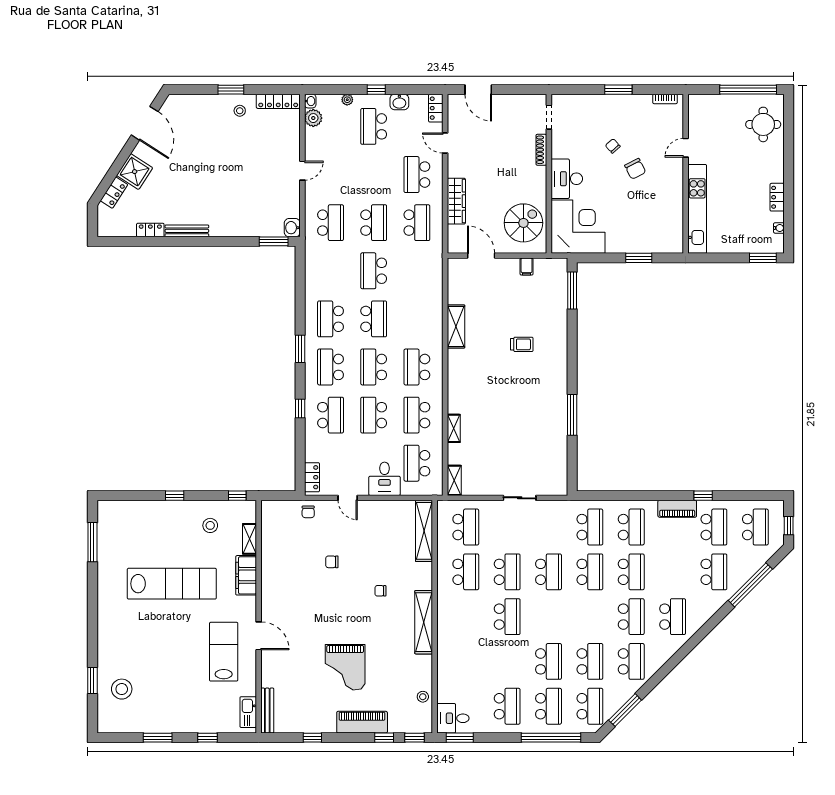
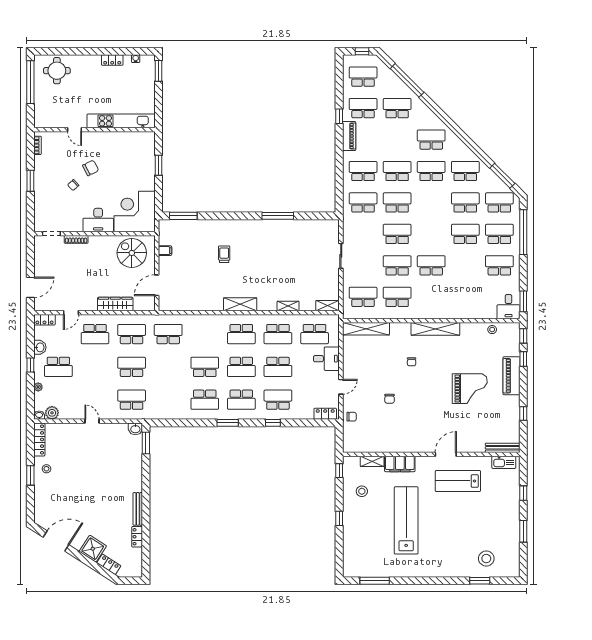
school desk: (374, 271) -> (168, 334), moved, turned 180
shelving: (456, 326) -> (240, 304), moved

